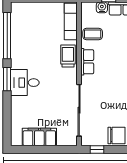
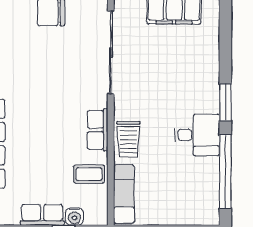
desk: (25, 83) -> (197, 135), moved

